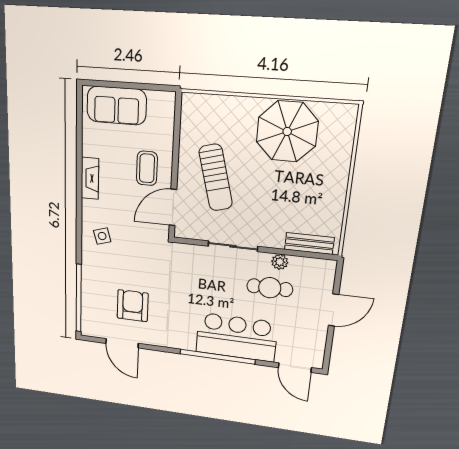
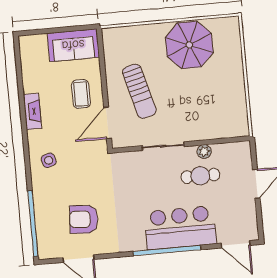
sofa: (117, 106) -> (73, 45), moved
bench: (309, 244) -> (225, 131), removed
armchair: (133, 306) -> (84, 219), turned -86

